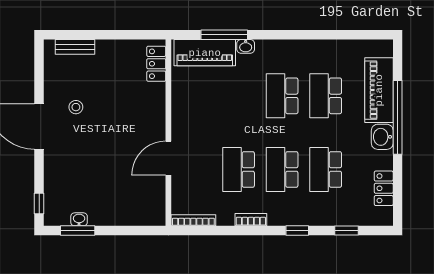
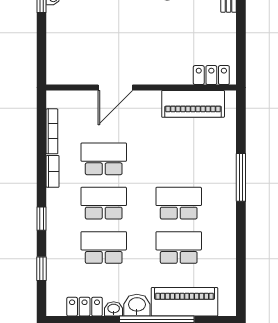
window: (224, 35) -> (241, 177), moved
washbasin: (246, 46) -> (114, 309), moved, turned 90
piano: (205, 53) -> (193, 104), moved, turned -90
door: (168, 158) -> (115, 87), swing flipped
bookcase: (193, 220) -> (52, 131), moved

